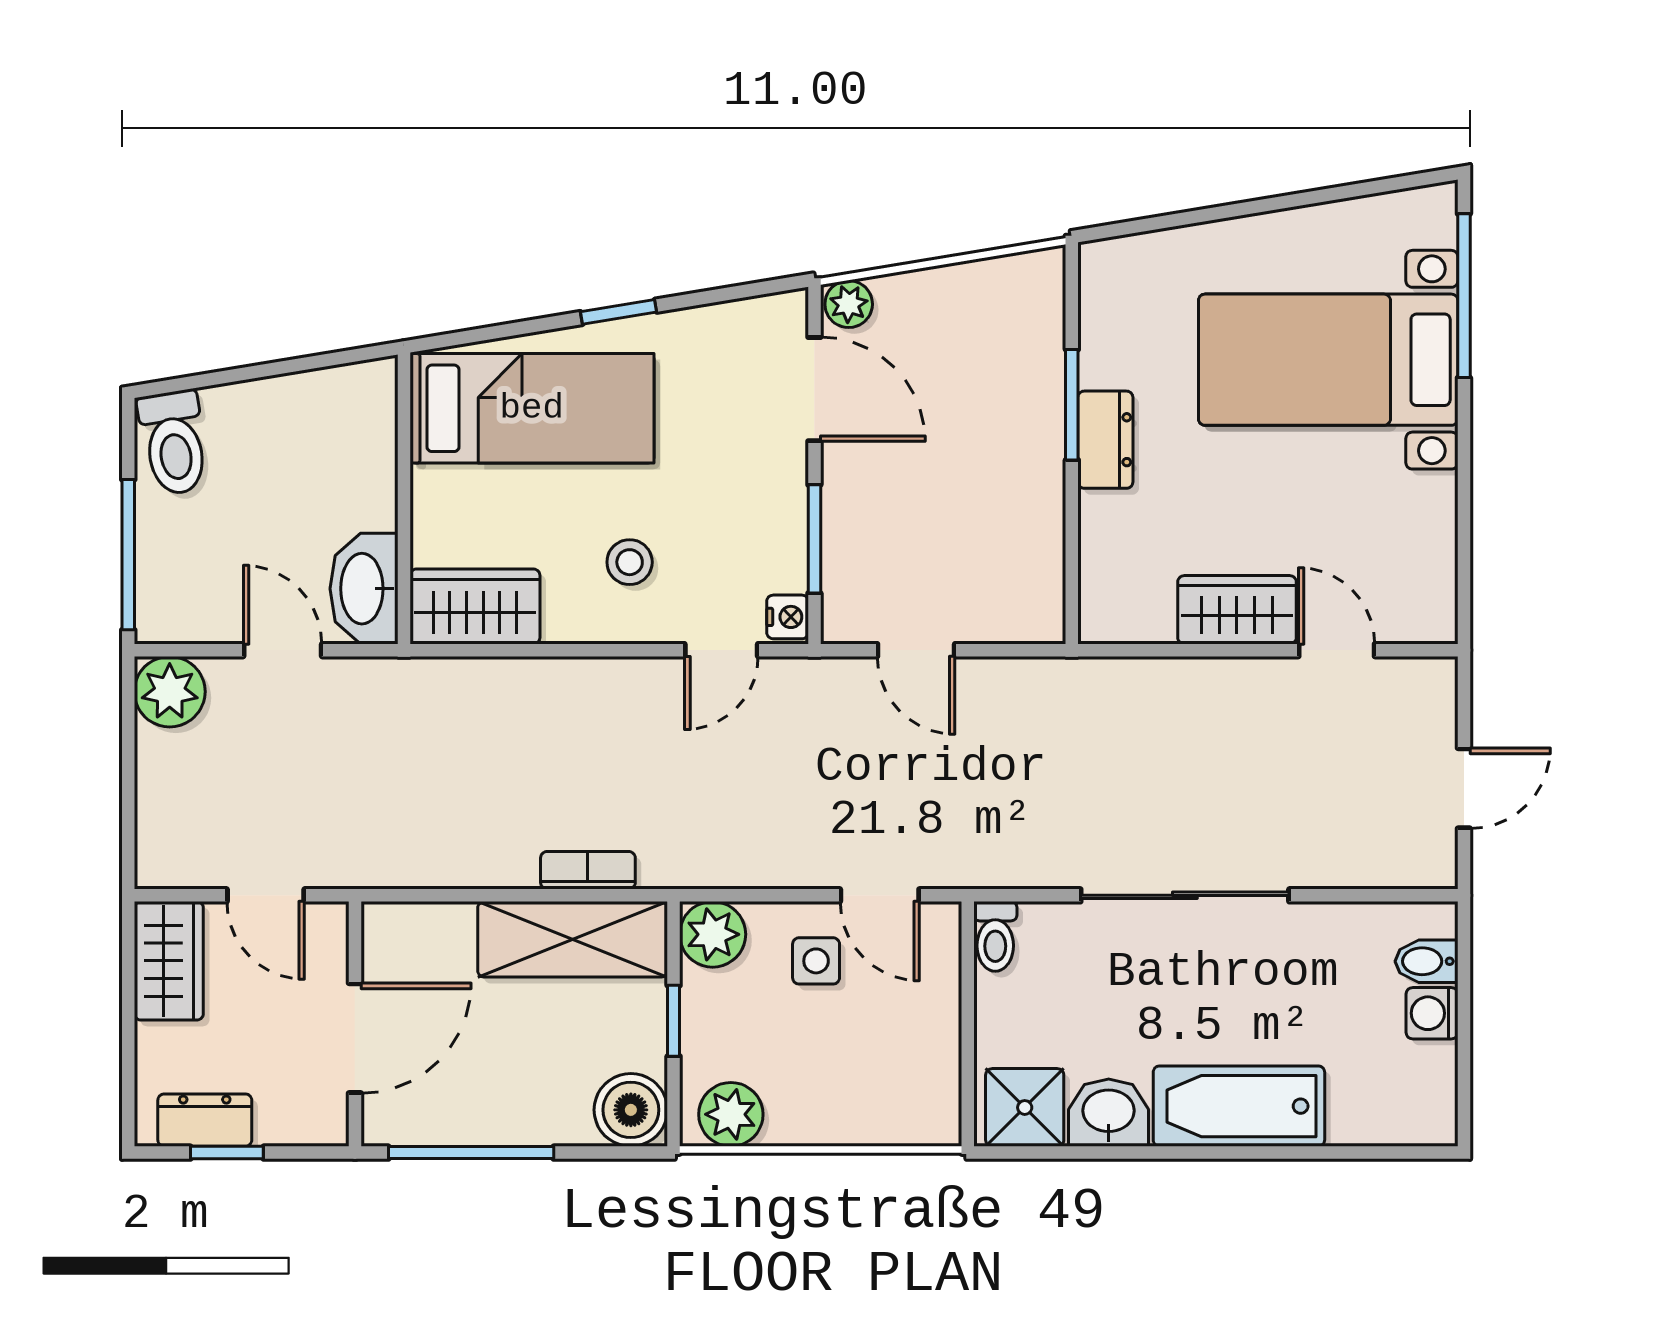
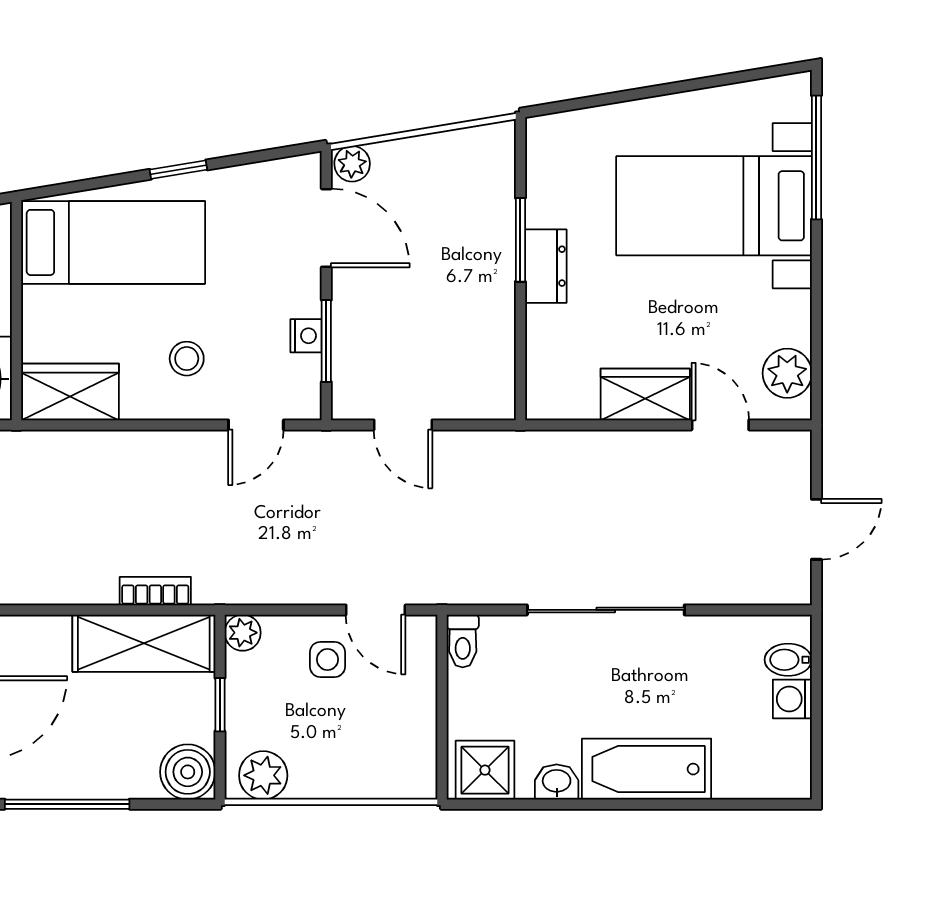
plant: (1425, 582) -> (787, 373), added
nightstand: (788, 617) -> (306, 336), moved
plant: (713, 934) -> (243, 633), width x0.73, depth x0.73
washbasin: (1109, 1113) -> (557, 782), width x0.72, depth x0.69

